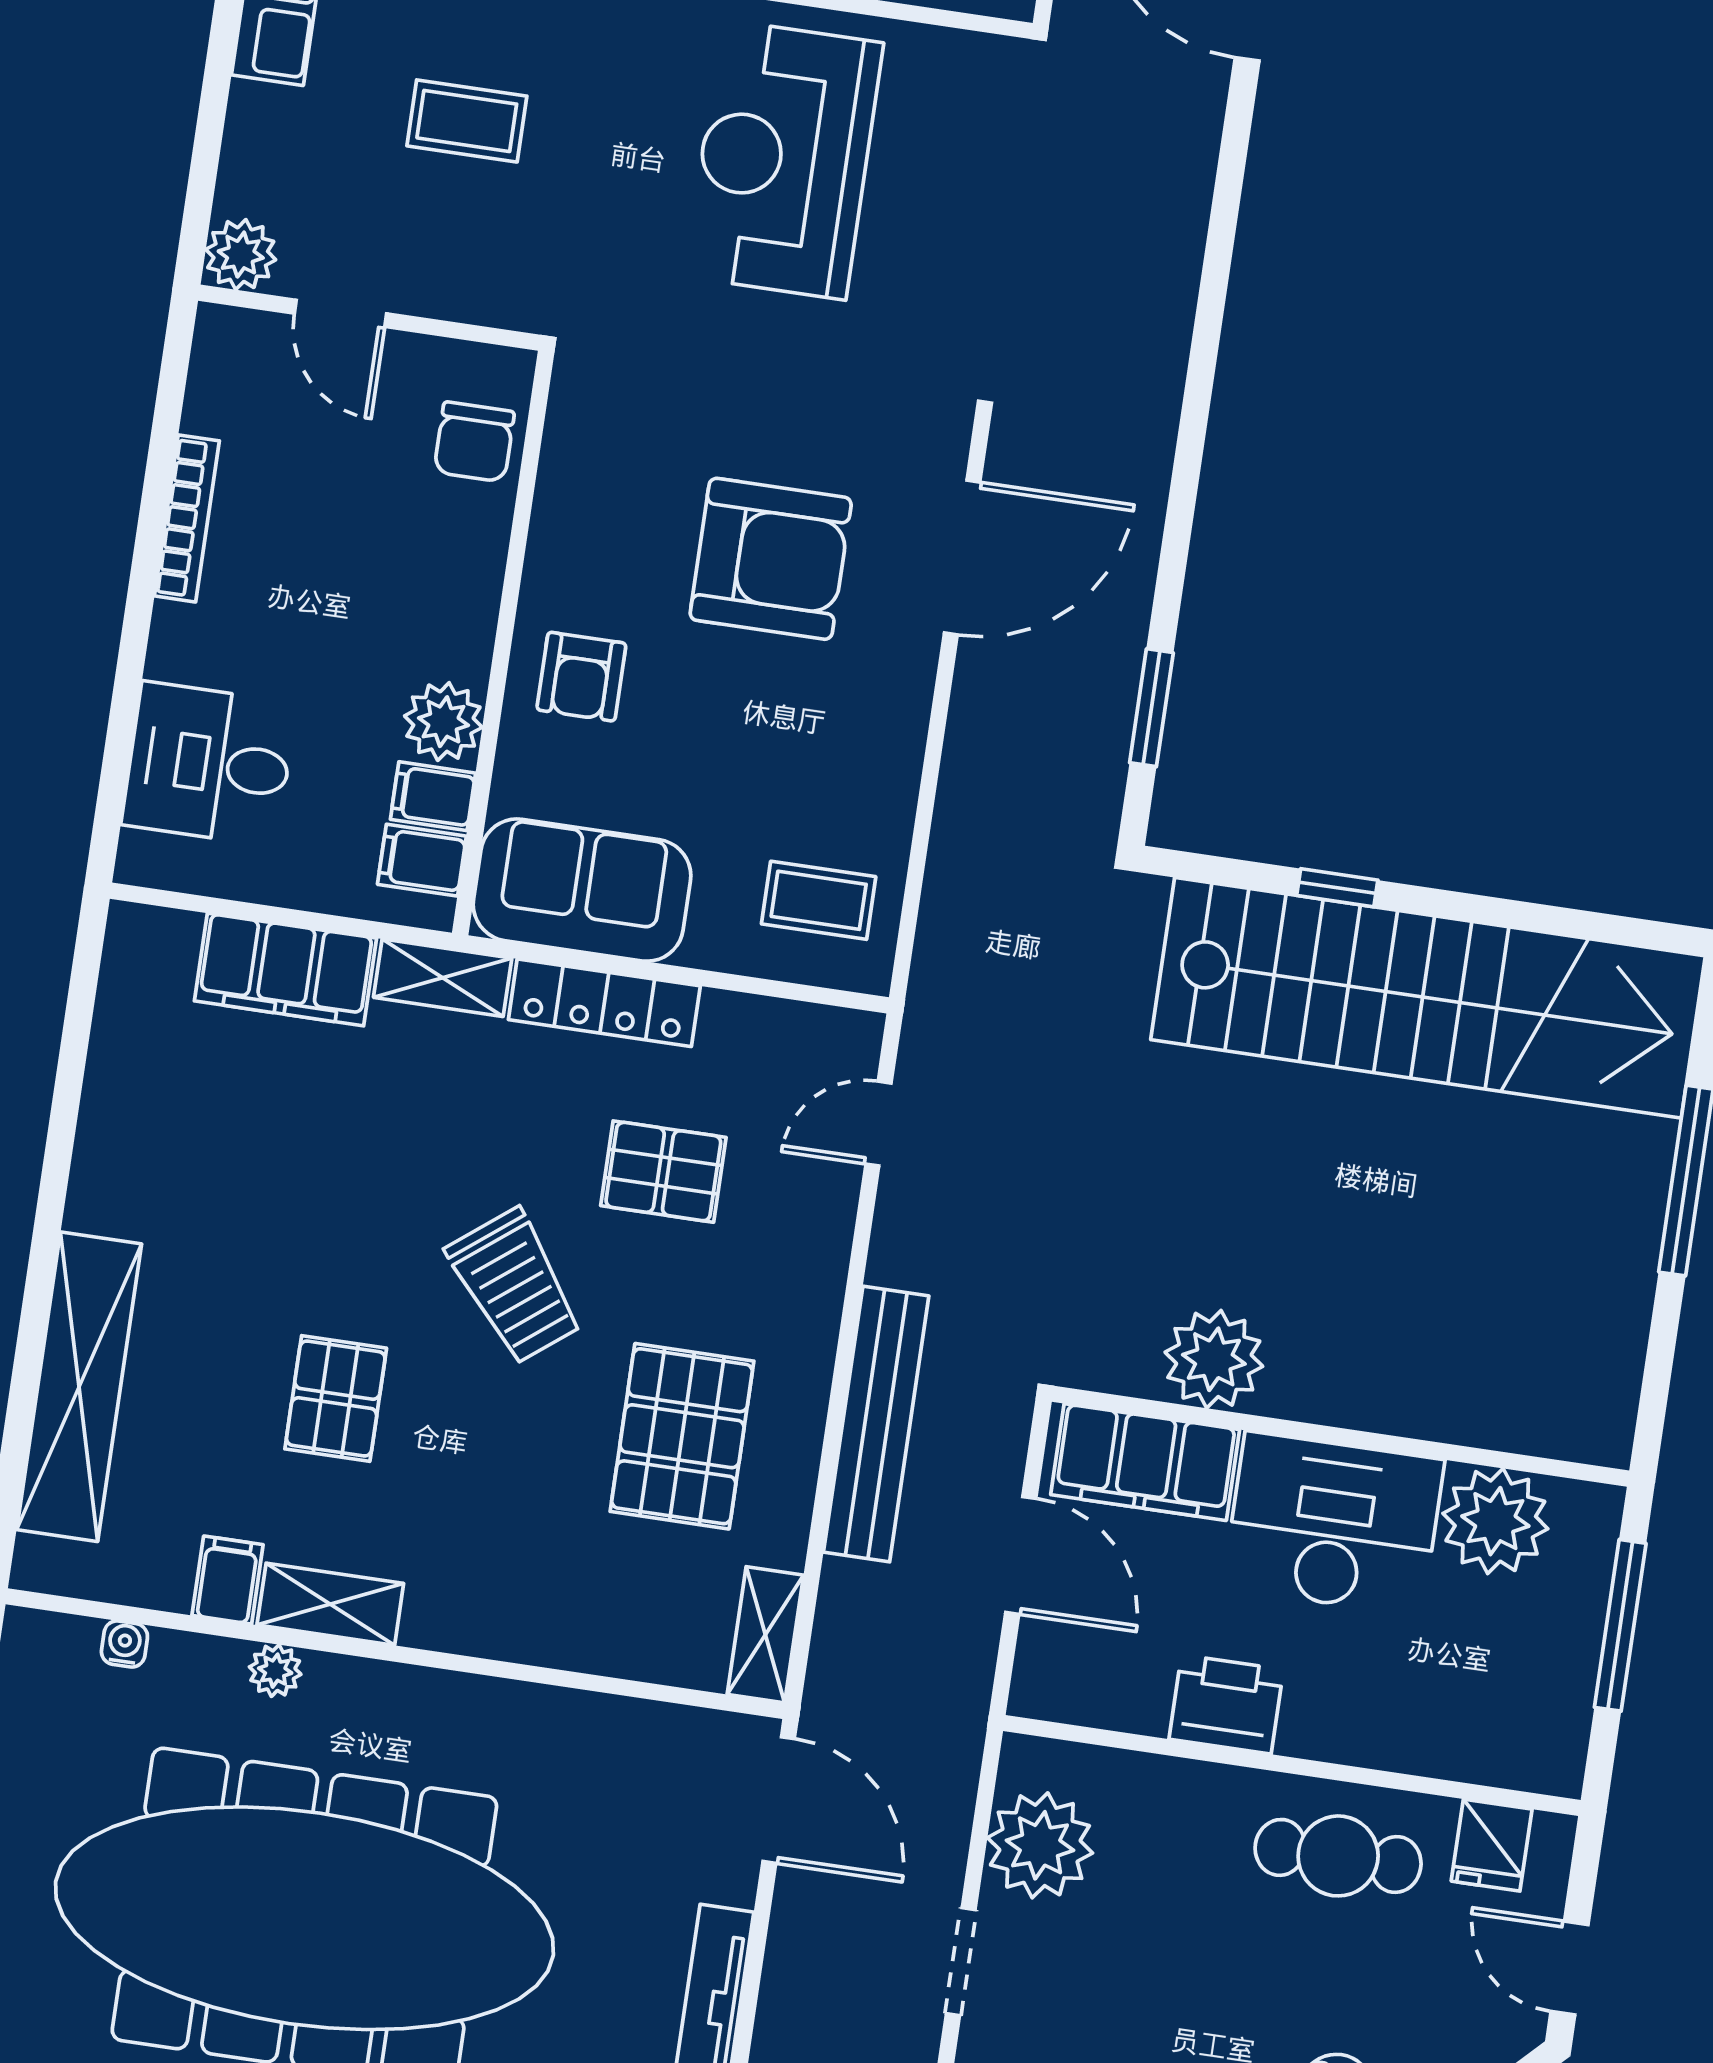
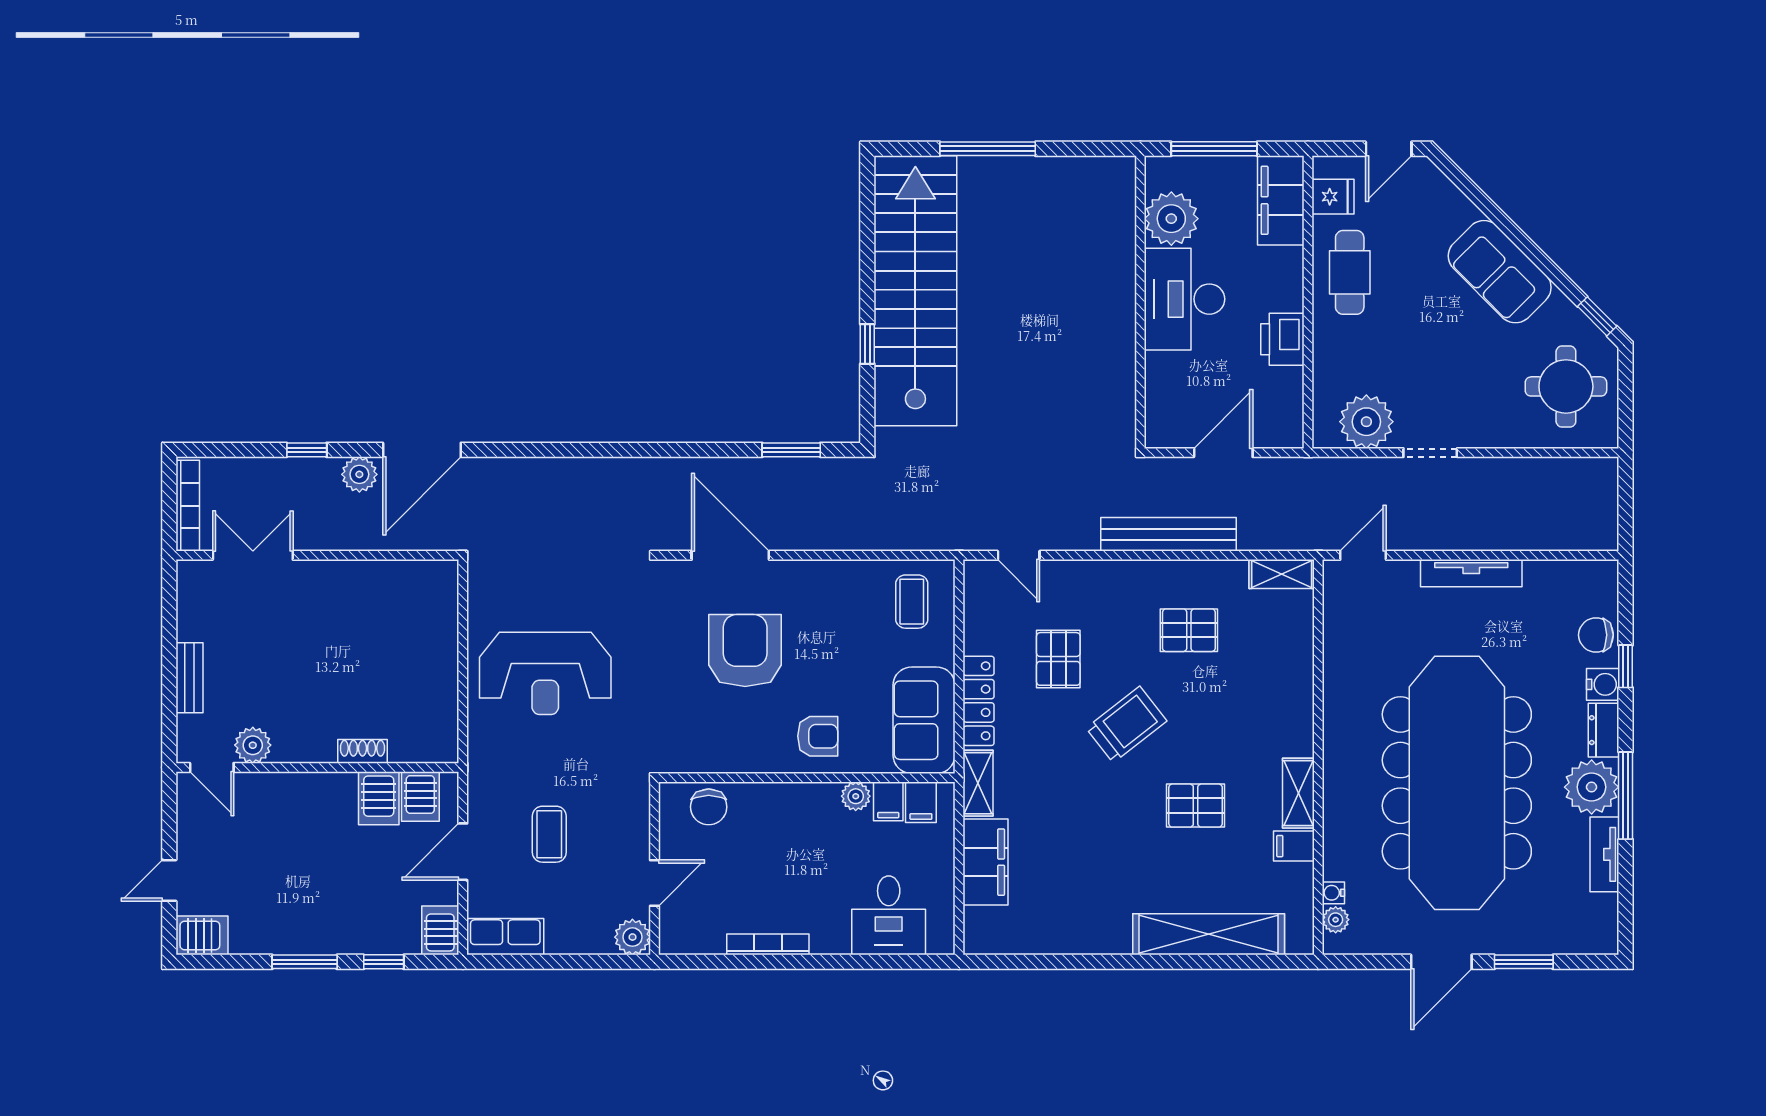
chair: (474, 442) -> (709, 807), turned 90
plant: (443, 722) -> (856, 796), width x0.73, depth x0.73
plant: (1214, 1359) -> (1111, 371), removed
pallet: (682, 1436) -> (1189, 630), width x0.67, depth x0.71
filing cabinet: (1145, 1462) -> (1281, 200), moved, turned 180
plant: (275, 1671) -> (1336, 920), moved
door: (779, 1800) -> (1363, 555), width x0.73

